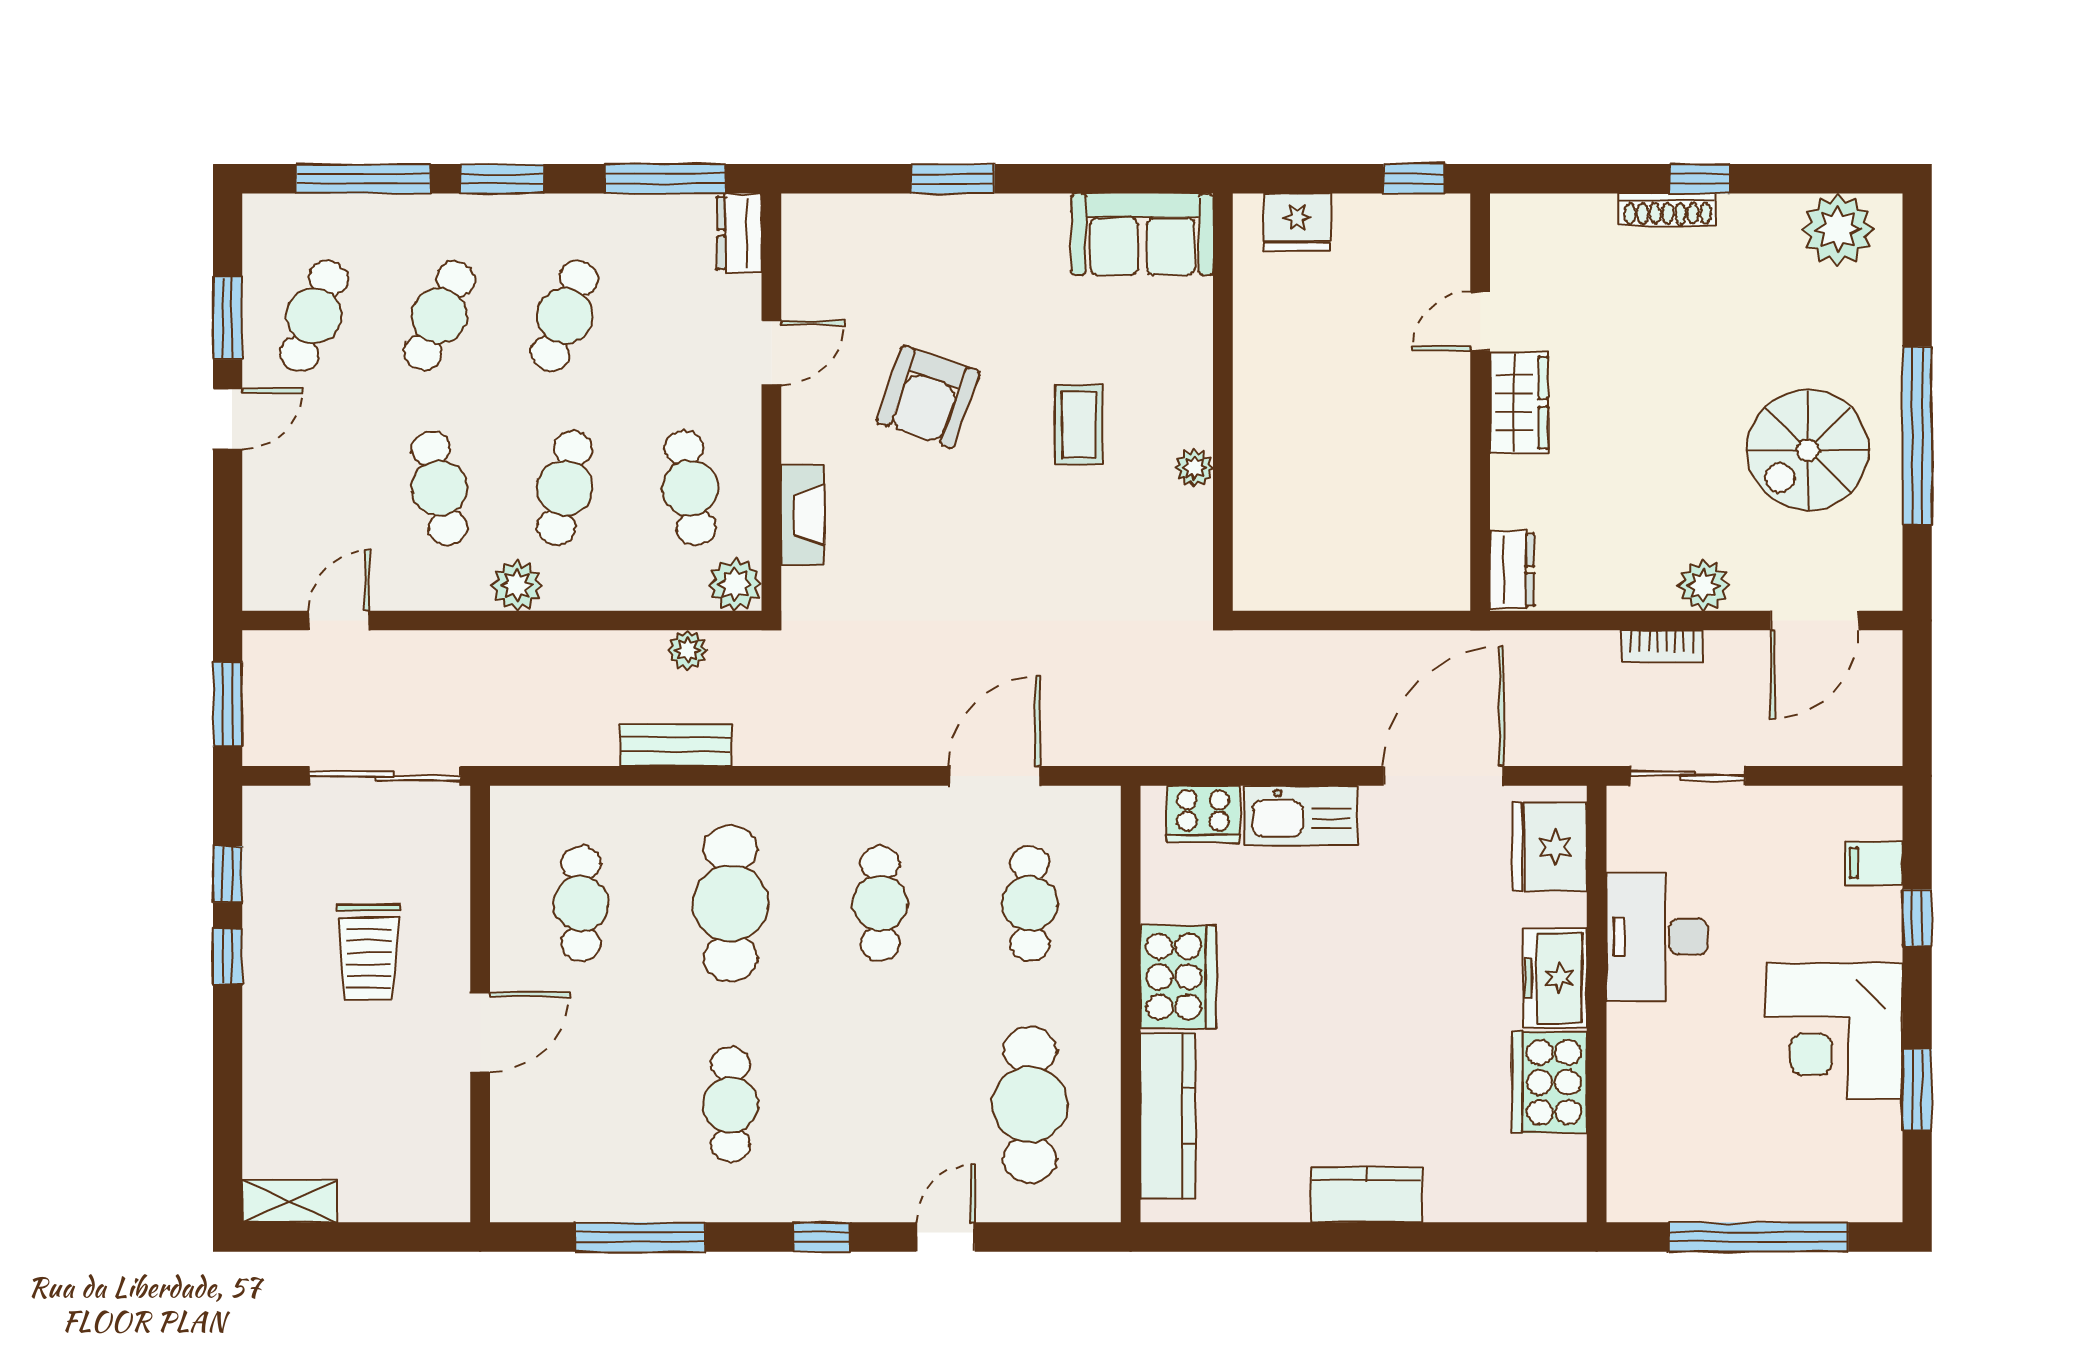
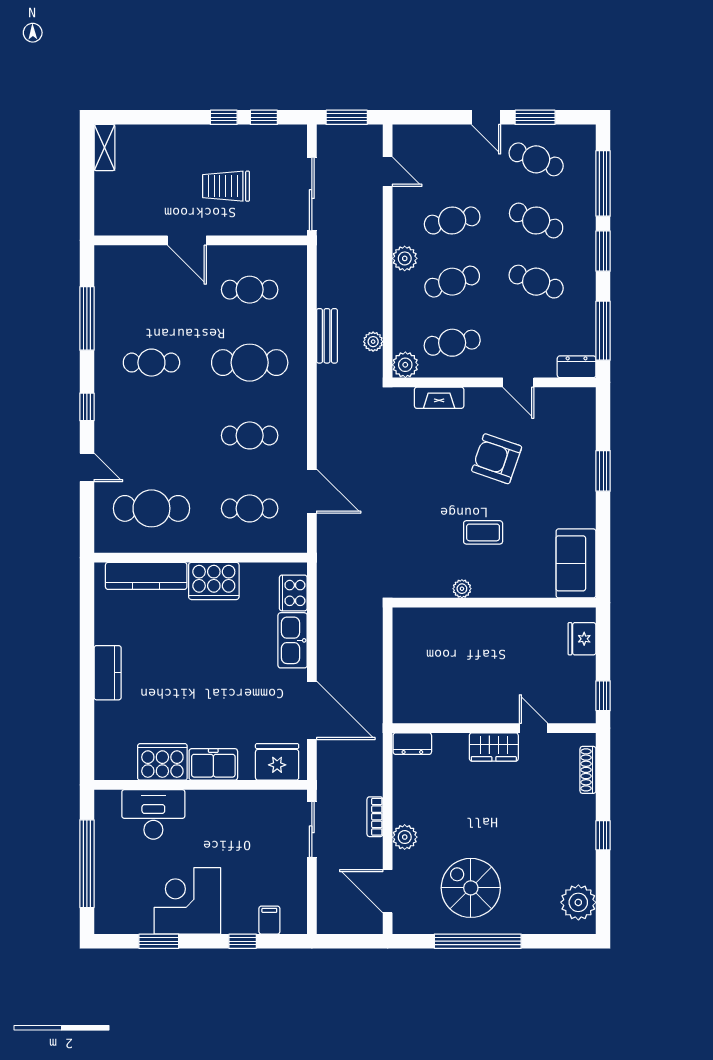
shoe rack: (1668, 210) -> (588, 770), moved
cafe table: (565, 488) -> (452, 282), turned -30
desk: (1657, 937) -> (153, 814), moved

